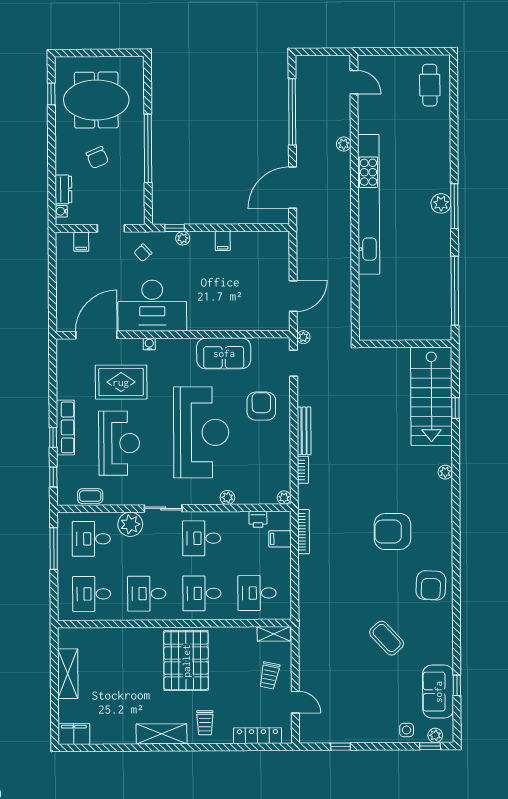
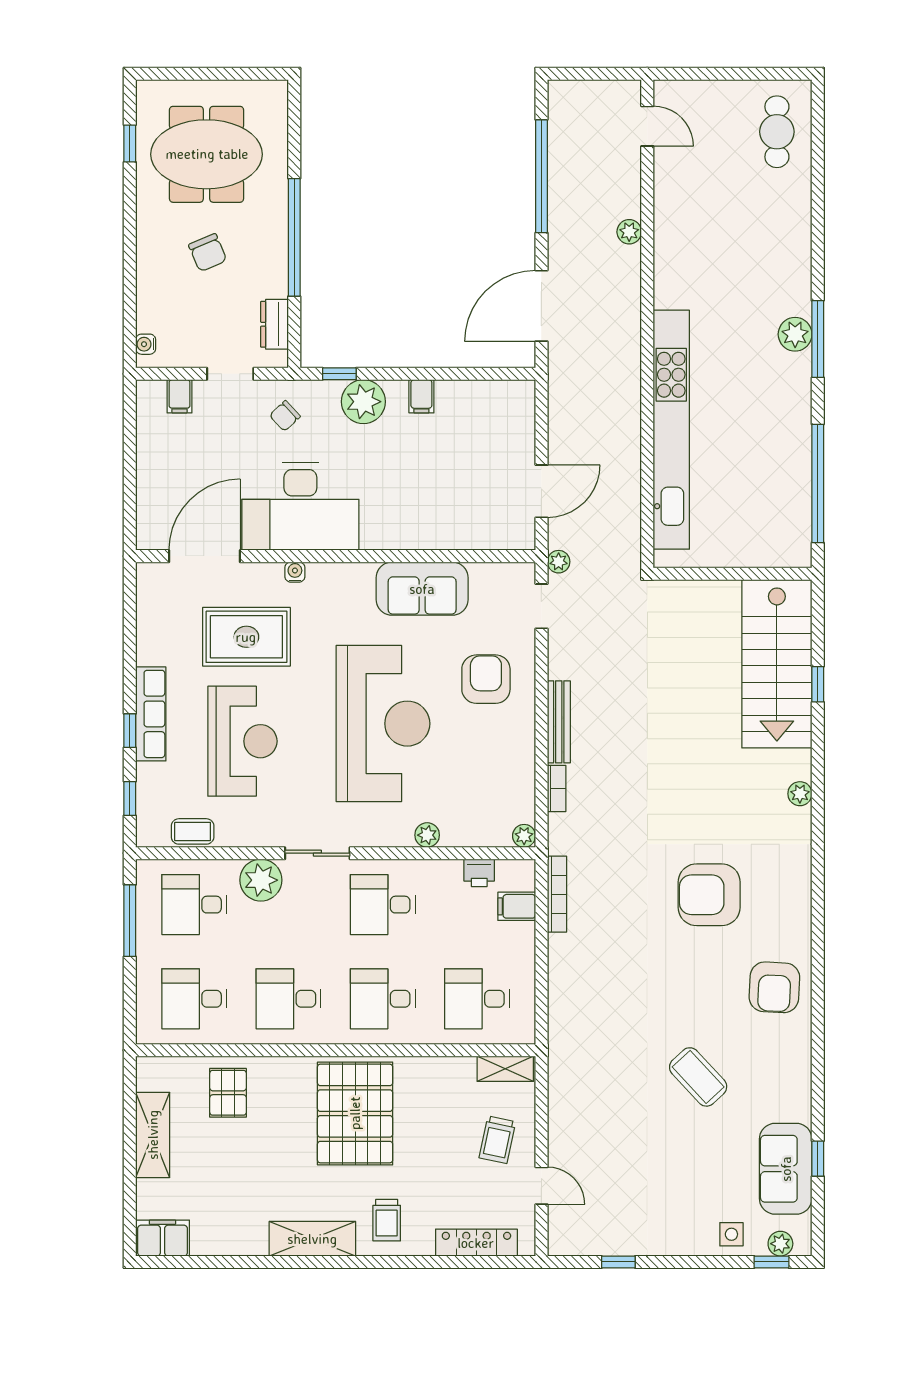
dresser: (63, 189) -> (275, 324), moved, turned 180
kitchen unit: (369, 204) -> (671, 430), moved
plant: (183, 238) -> (363, 402), width x1.88, depth x1.88
pallet: (112, 649) -> (228, 1093), added

